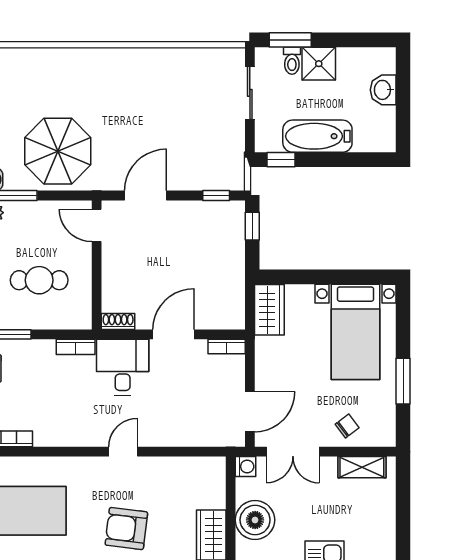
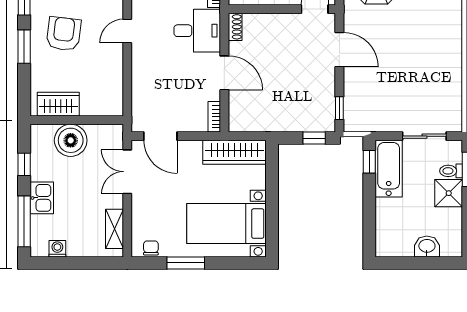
bathtub: (317, 136) -> (389, 169), moved
wardrobe: (269, 310) -> (234, 152), width x1.50
chair: (347, 426) -> (151, 248), moved, turned -143
door: (123, 452) -> (127, 31), swing flipped
washing machine: (246, 467) -> (57, 249), moved, turned 180

